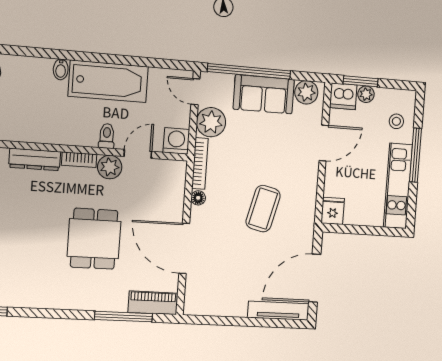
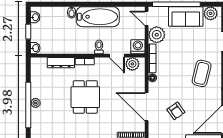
door: (138, 154) -> (117, 56), swing flipped
plant: (110, 167) -> (132, 64), moved
coffee table: (263, 209) -> (202, 73), moved
dining table: (94, 239) -> (85, 97), moved
armchair: (235, 258) -> (176, 111), added

